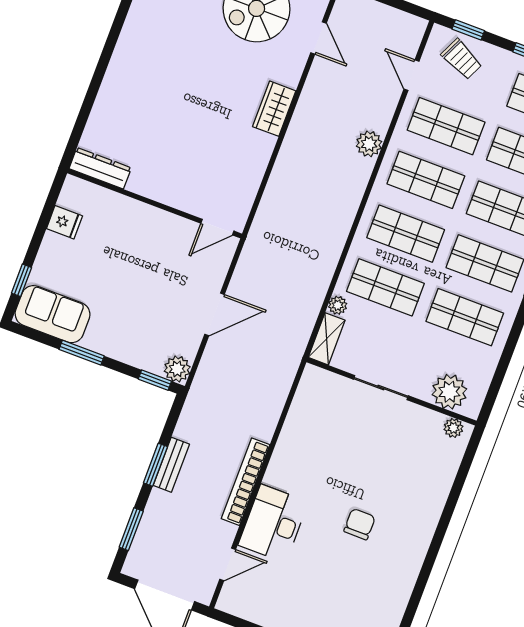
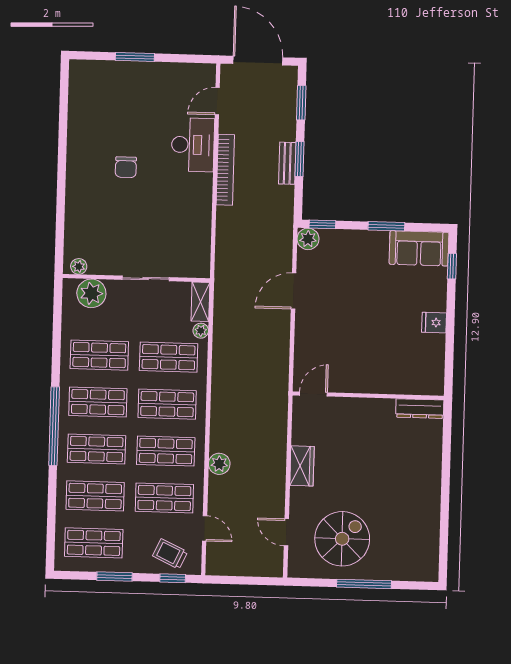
dresser: (100, 168) -> (420, 409), moved
wall: (155, 204) -> (368, 396), moved
door: (217, 227) -> (313, 394), moved

